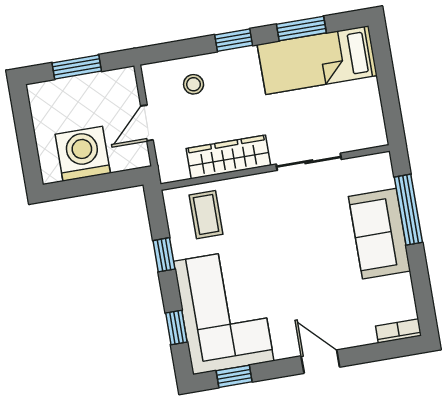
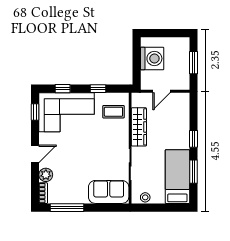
stool: (194, 84) -> (145, 197), moved
door: (147, 123) -> (161, 91), swing flipped
window: (408, 210) -> (67, 208), moved
sofa: (379, 234) -> (109, 192), moved
plant: (360, 332) -> (46, 175), added

